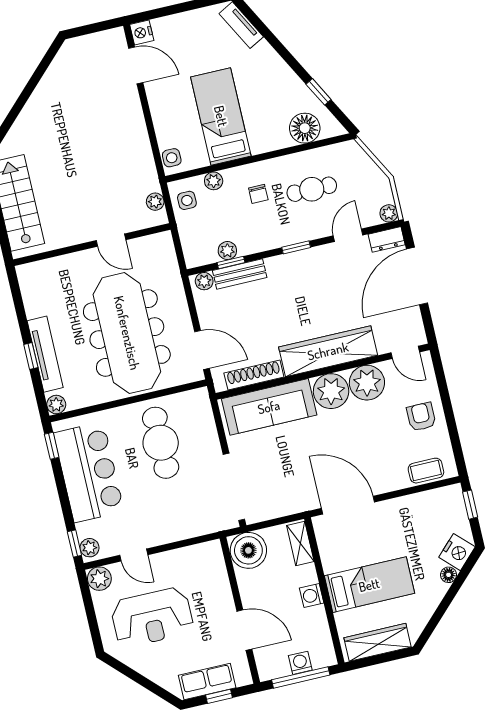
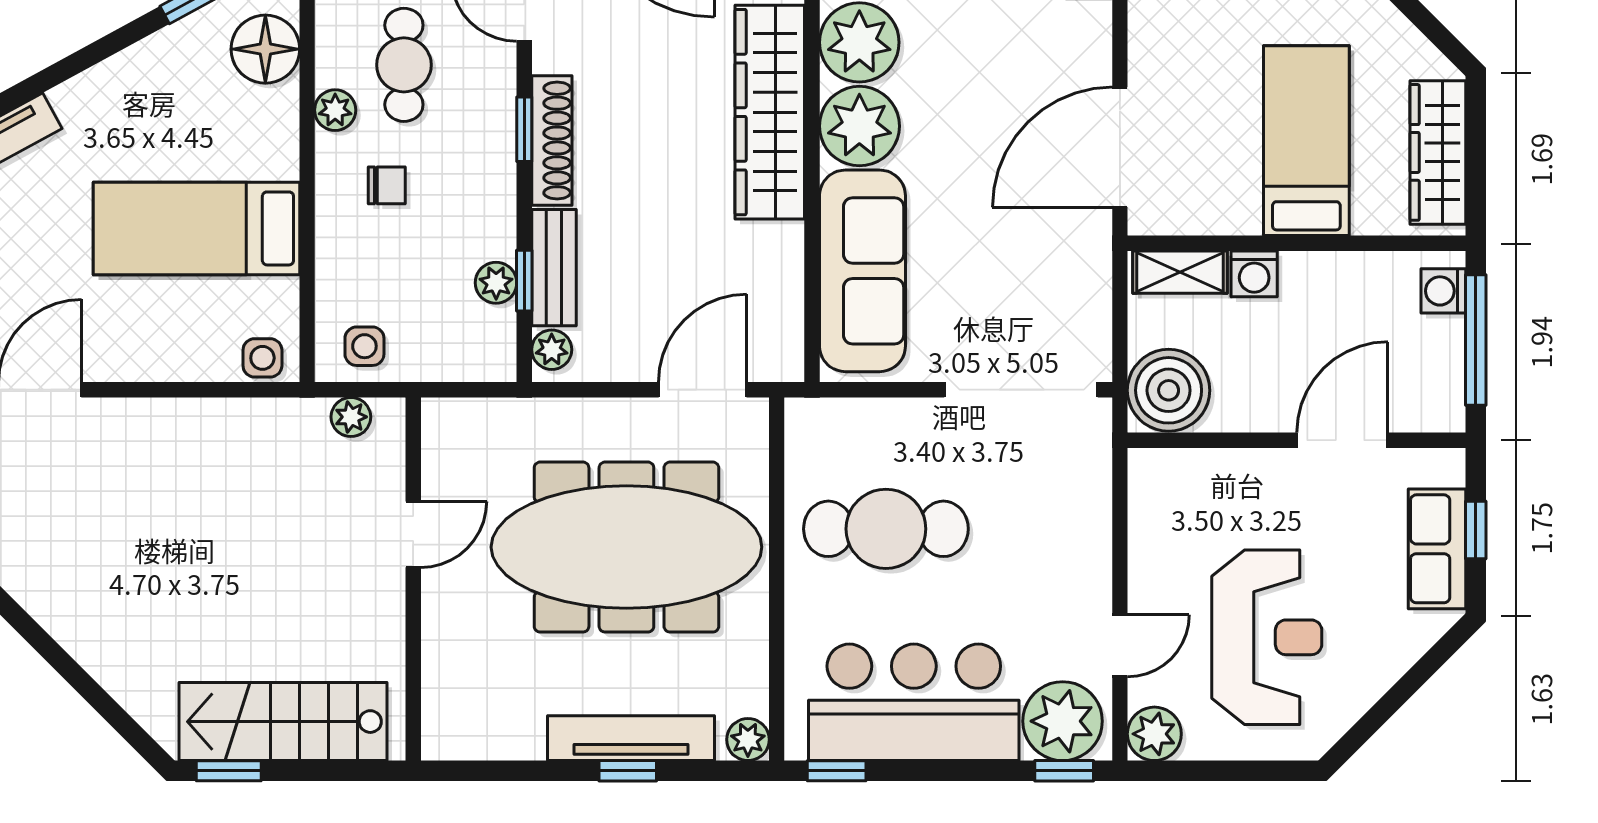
plant: (214, 181) -> (335, 110), moved
shoe rack: (254, 375) -> (552, 141), moved, turned 180
plant: (90, 548) -> (1063, 721), width x1.88, depth x1.88
washing machine: (312, 595) -> (1254, 274), moved
washing machine: (300, 663) -> (1443, 291), moved

